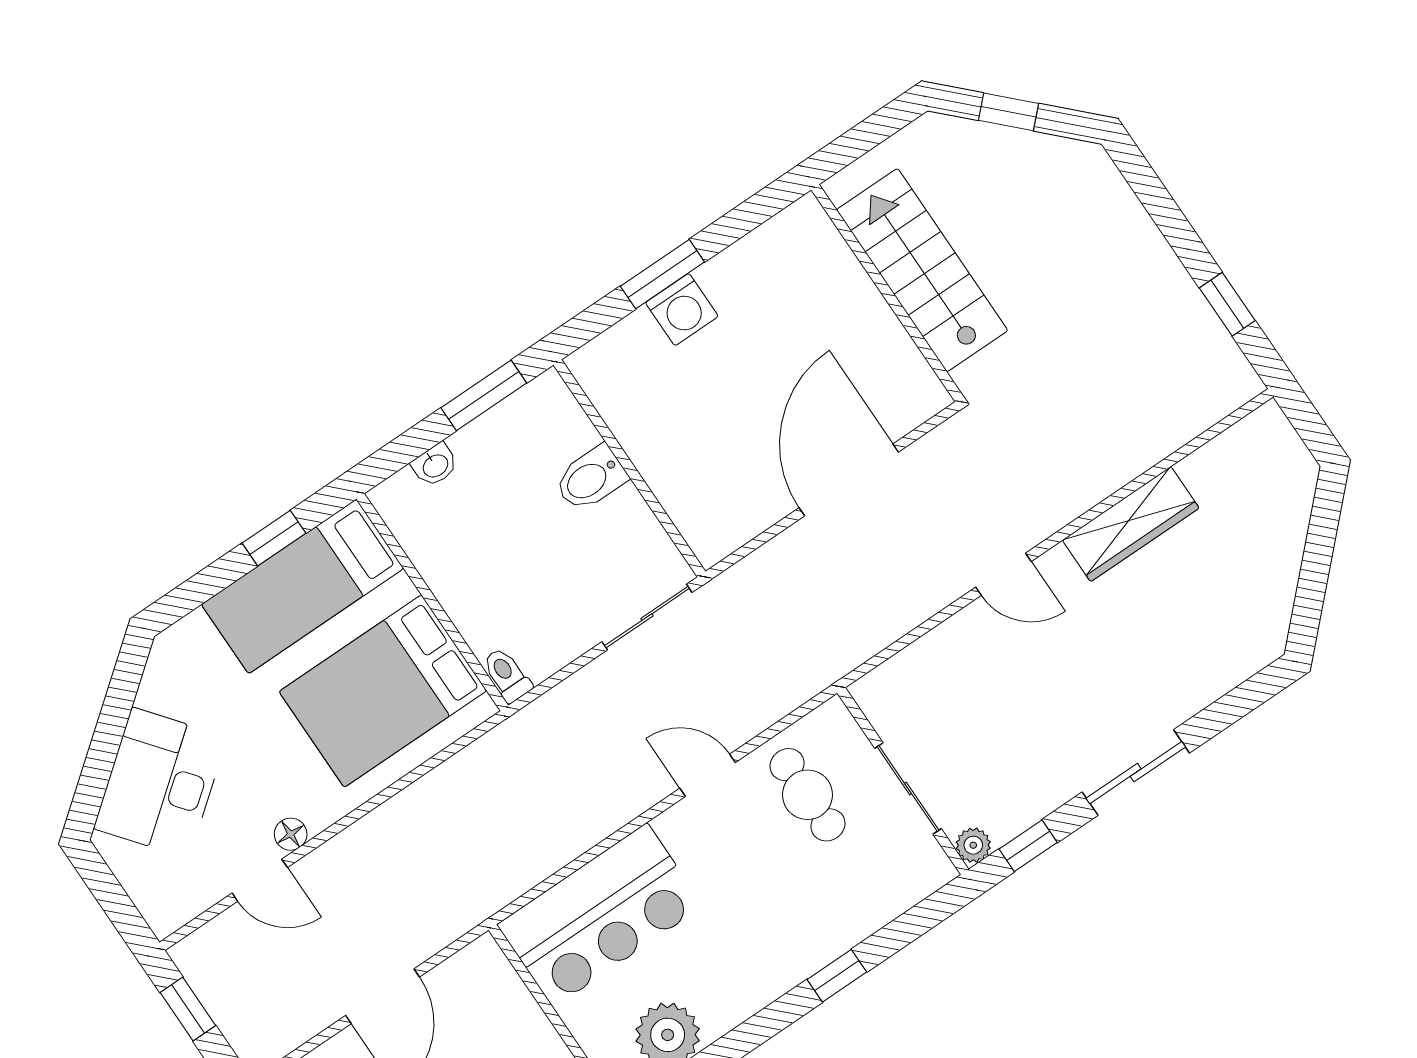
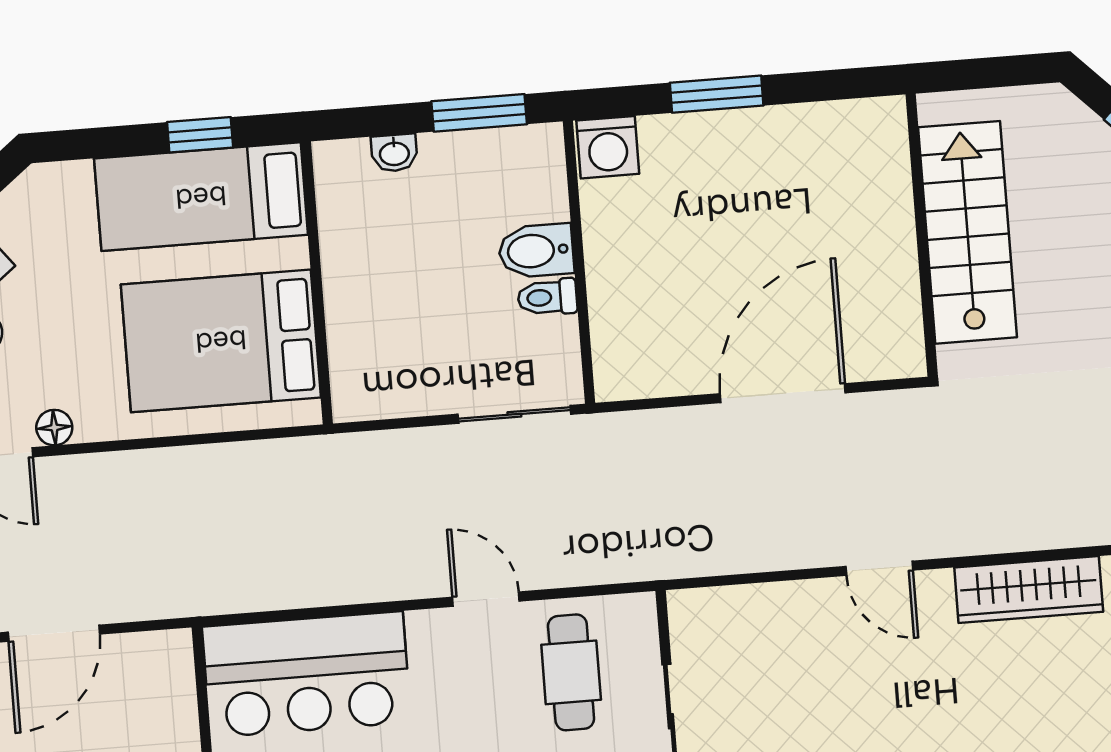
washing machine: (682, 310) -> (608, 147), moved
toilet: (507, 675) -> (547, 297), moved, turned -90

